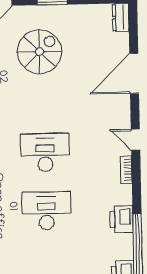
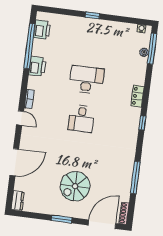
desk: (45, 153) -> (81, 119), width x0.73
desk: (46, 211) -> (87, 80), turned 180

